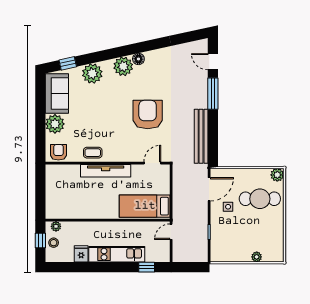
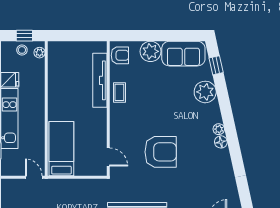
plant: (123, 66) -> (219, 129), width x0.53, depth x0.53
tv unit: (106, 171) -> (100, 80), moved

